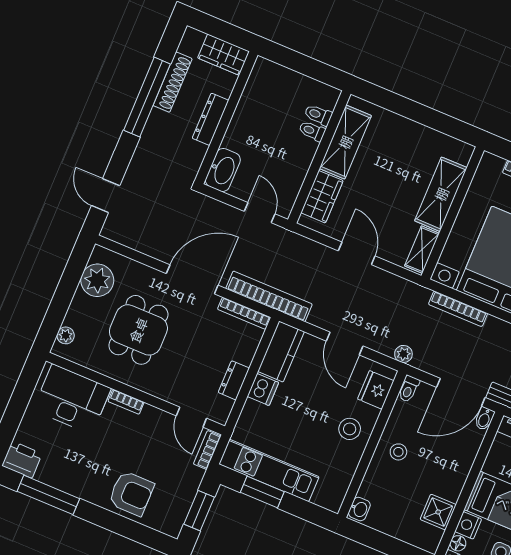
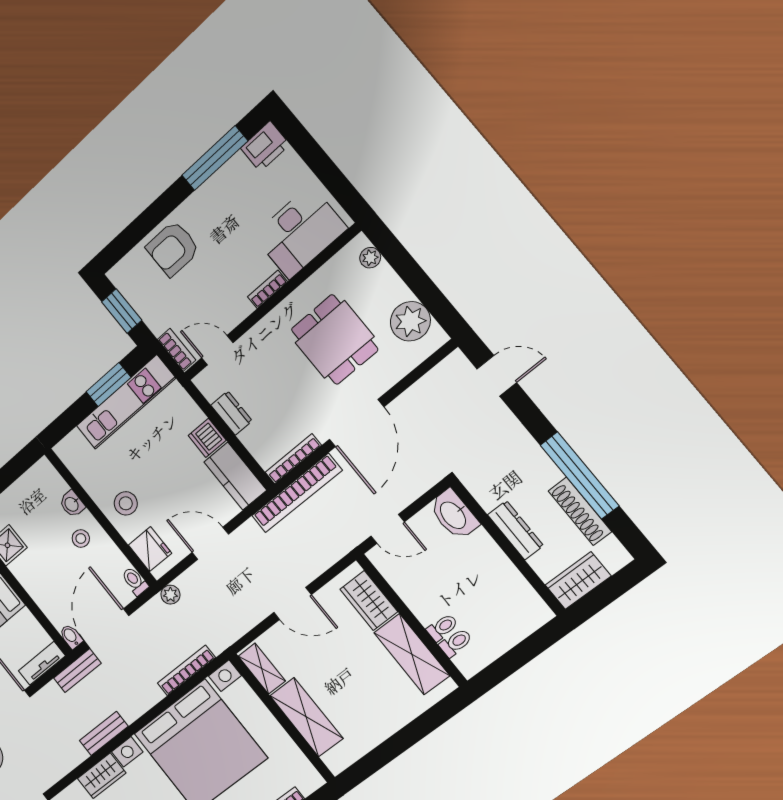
washbasin: (359, 509) -> (72, 504), moved

